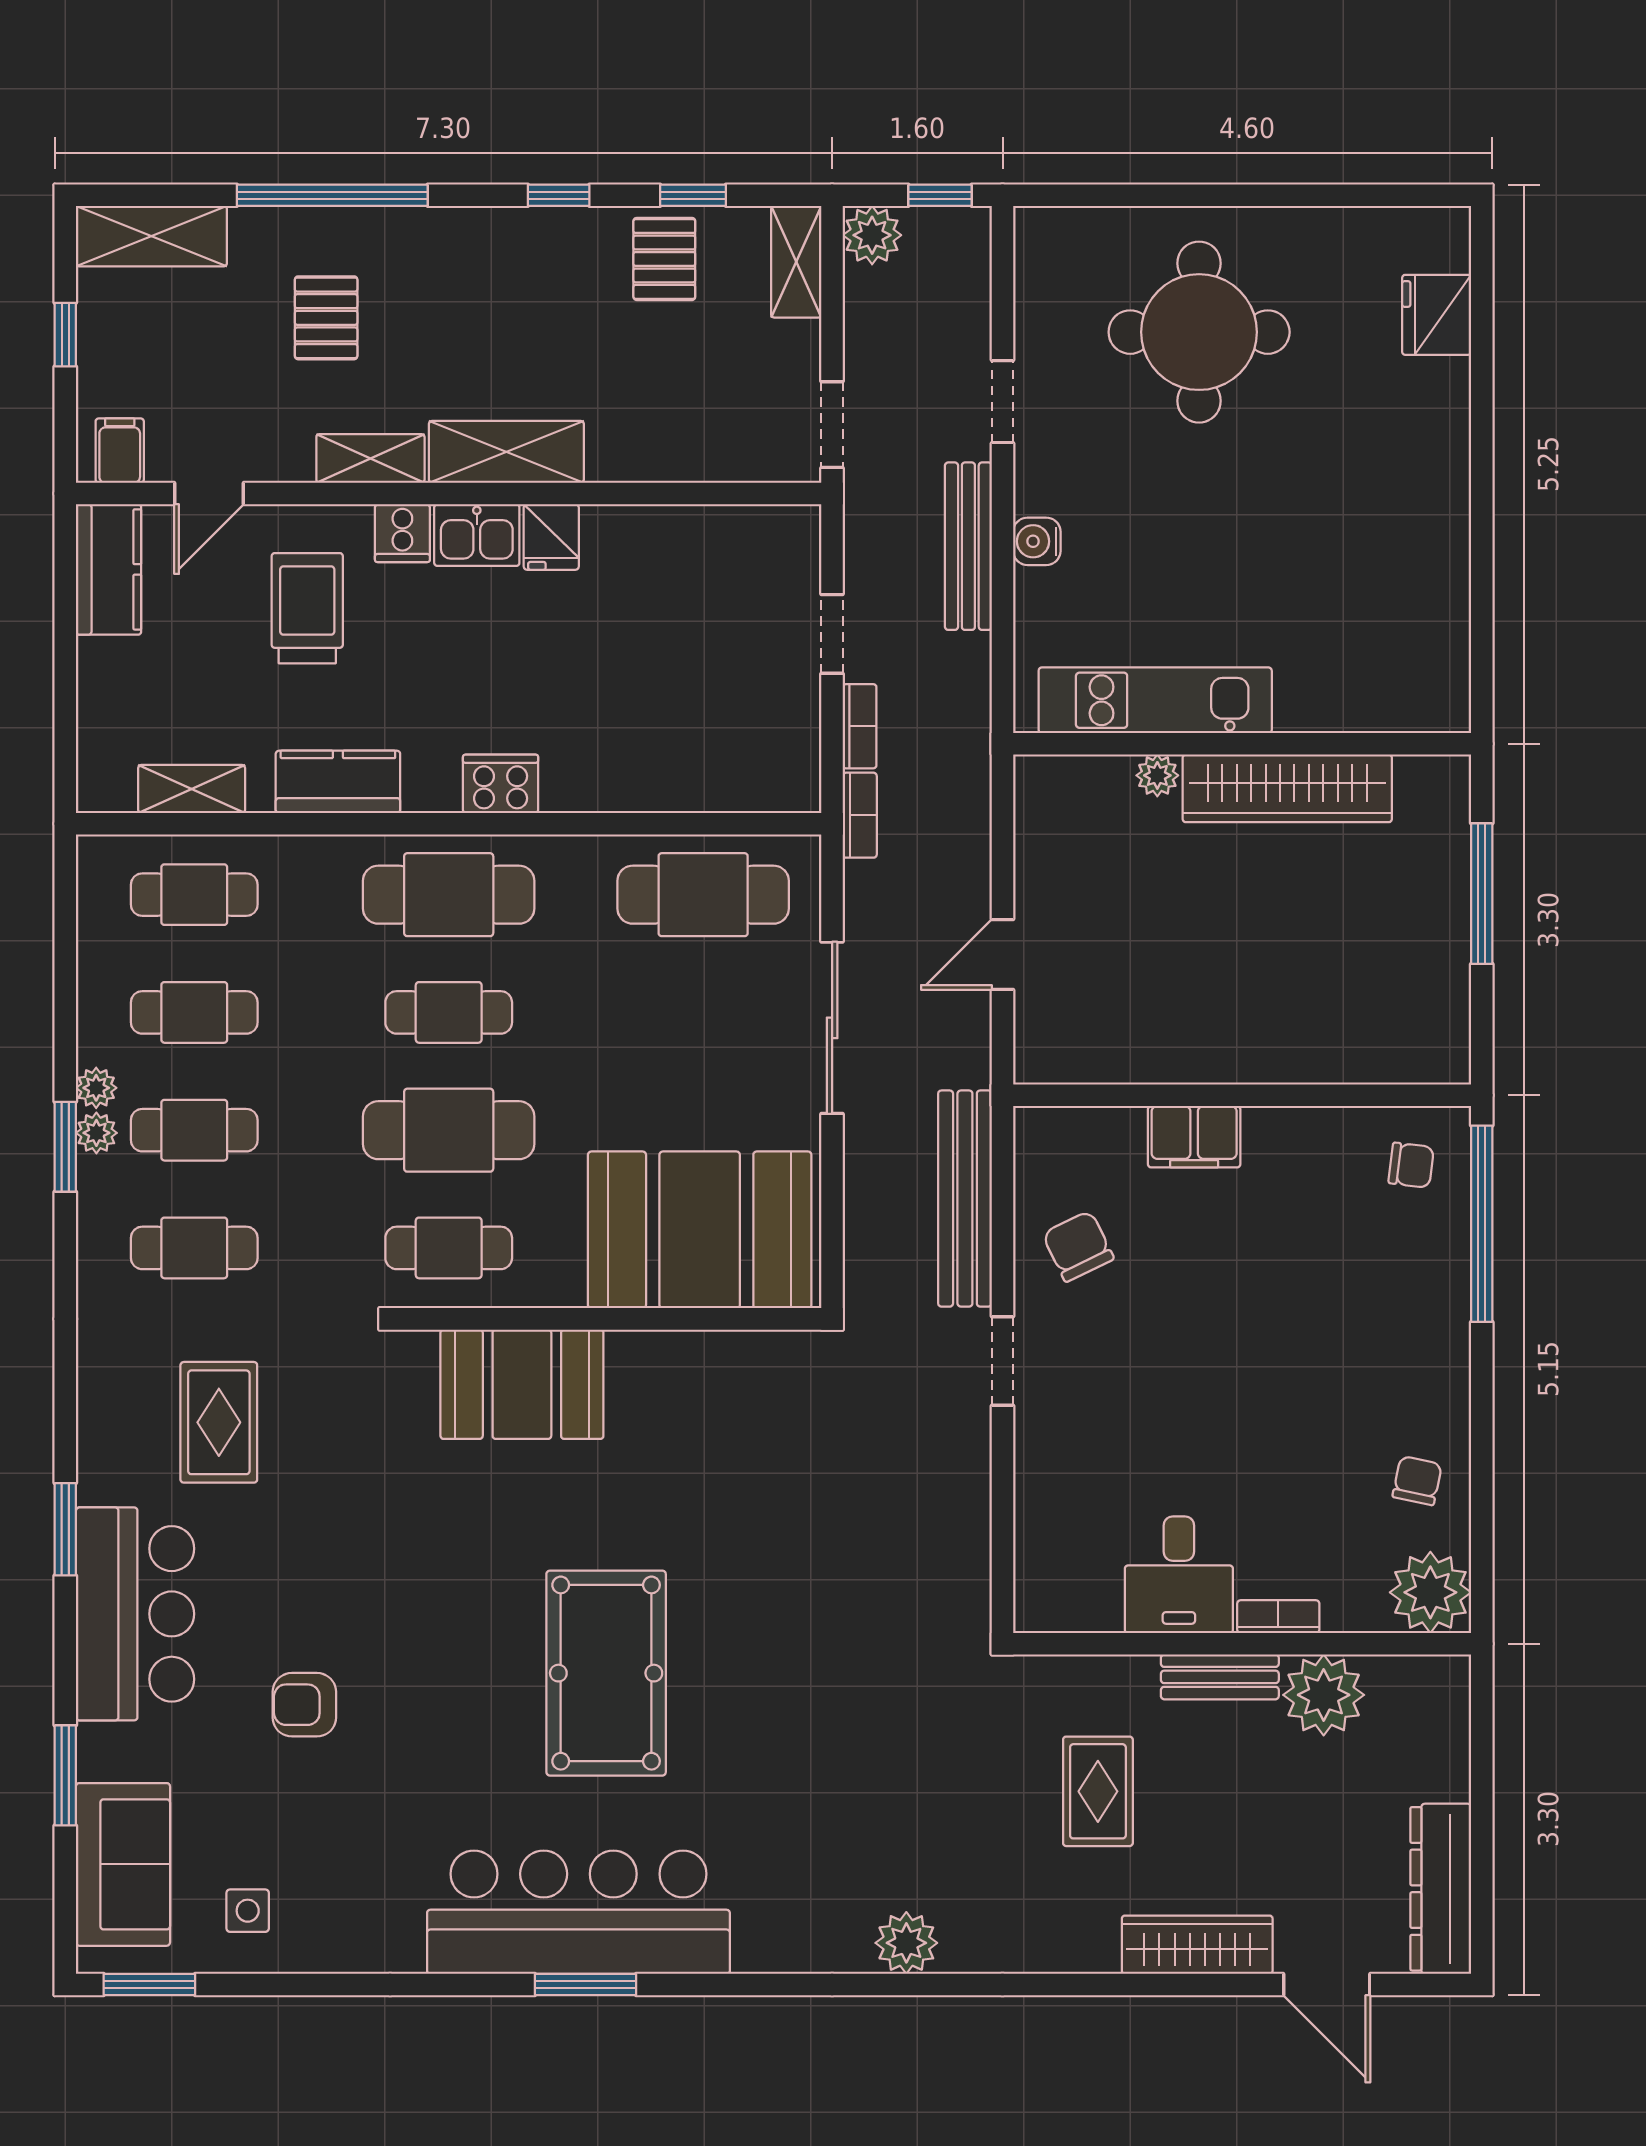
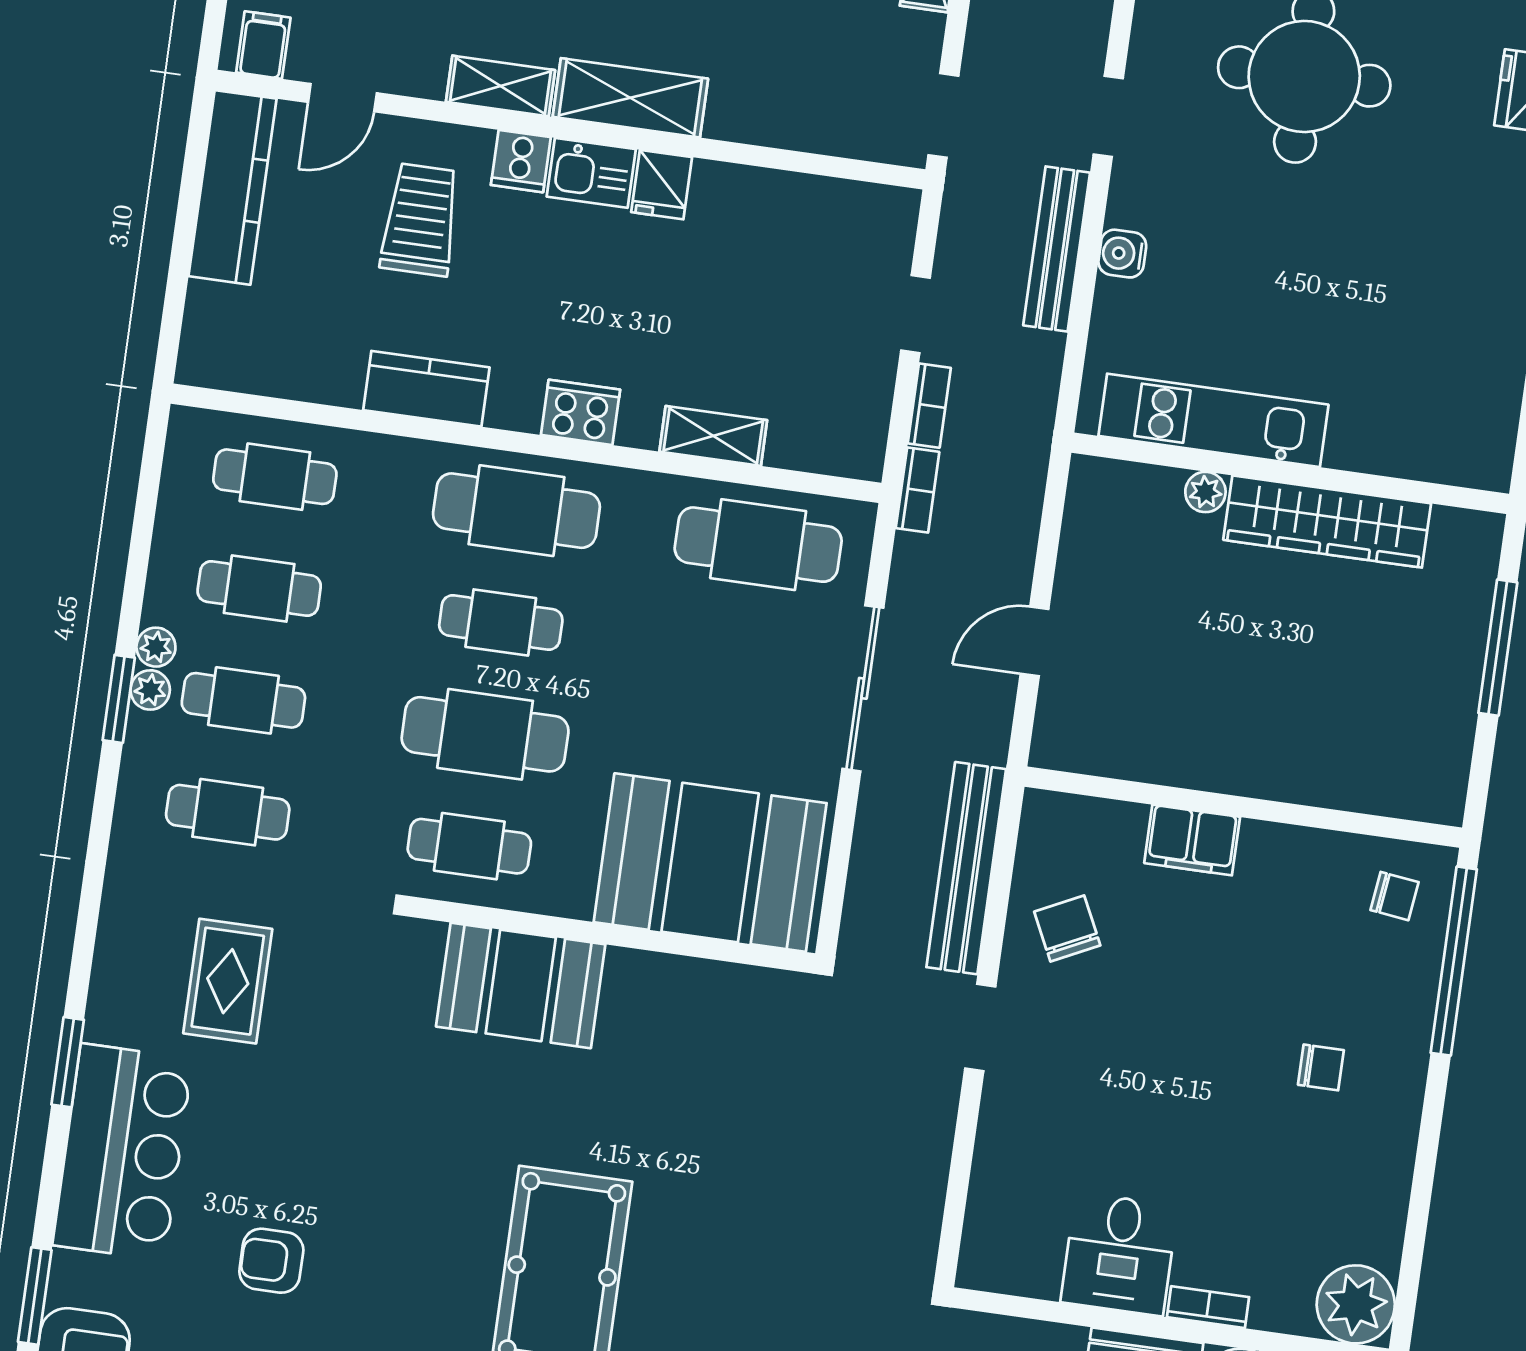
kitchen counter: (109, 569) -> (233, 187), width x1.50
shelving: (192, 789) -> (713, 436), moved
chair: (1417, 1481) -> (1321, 1067), moved, turned 78

